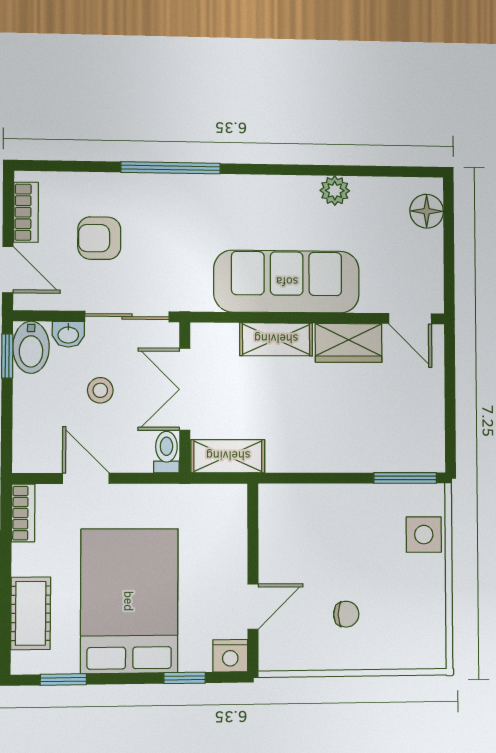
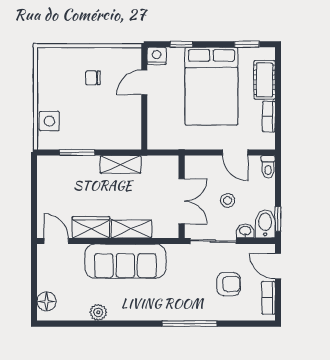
toilet: (166, 452) -> (268, 167), moved
shelving: (228, 456) -> (121, 165), moved
window: (405, 478) -> (77, 152), moved
bookcase: (23, 513) -> (269, 116), moved

